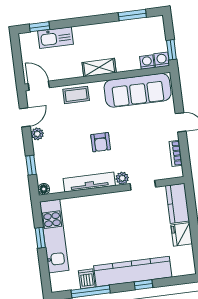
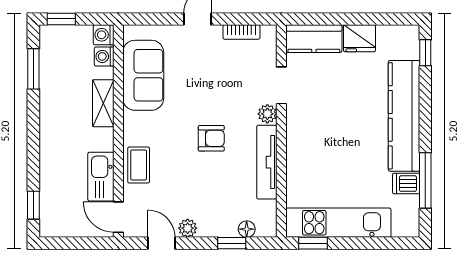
kitchen sink: (55, 38) -> (101, 177), moved, turned 180
window: (171, 50) -> (61, 19), moved
shelving: (99, 67) -> (103, 103), moved
door: (39, 86) -> (118, 217), hinge flipped
sofa: (138, 90) -> (143, 75), width x0.73
floor lamp: (44, 189) -> (247, 229), moved
window: (40, 238) -> (313, 243), moved
window: (144, 285) -> (425, 53), moved

